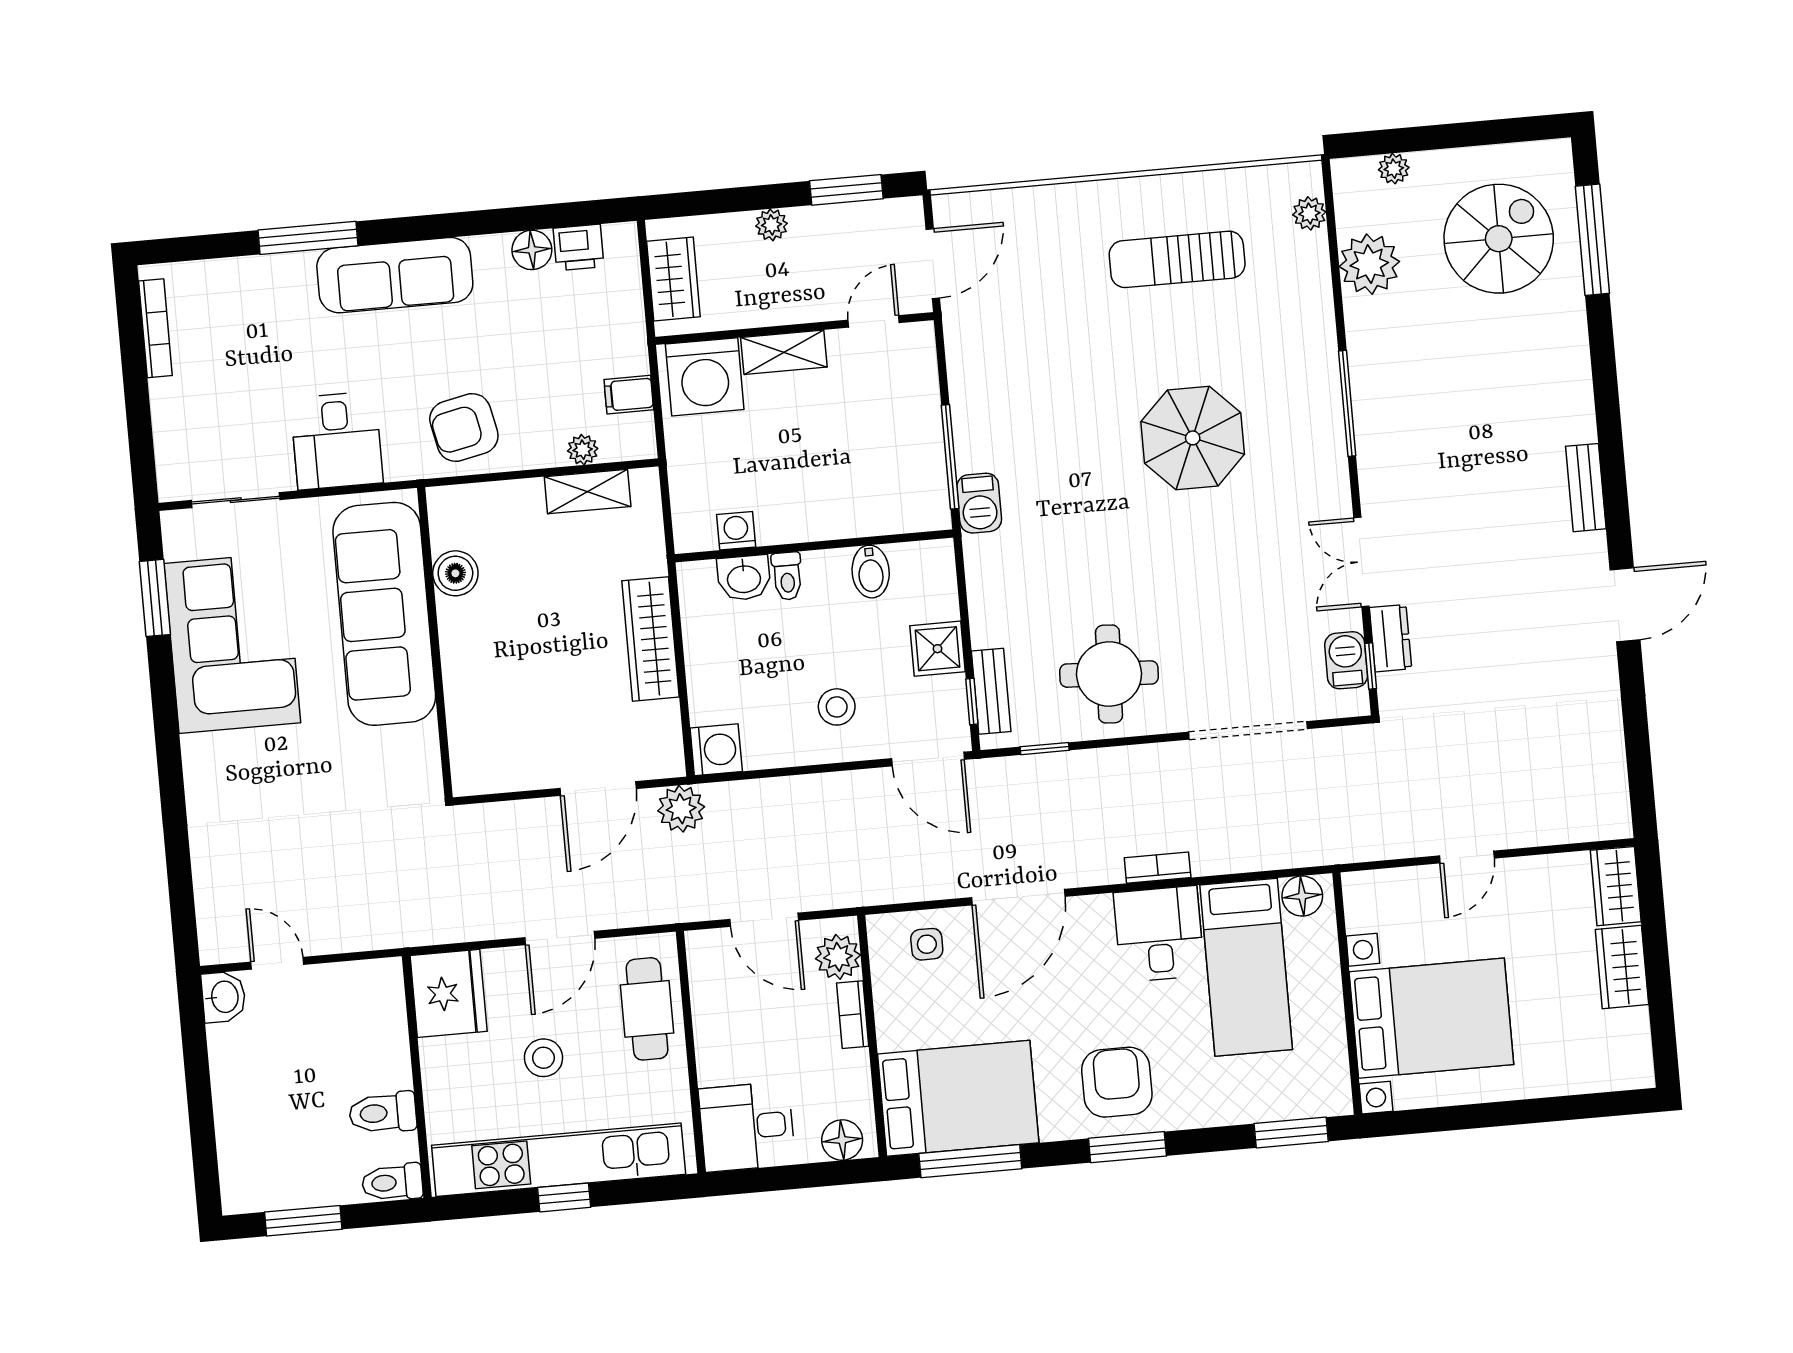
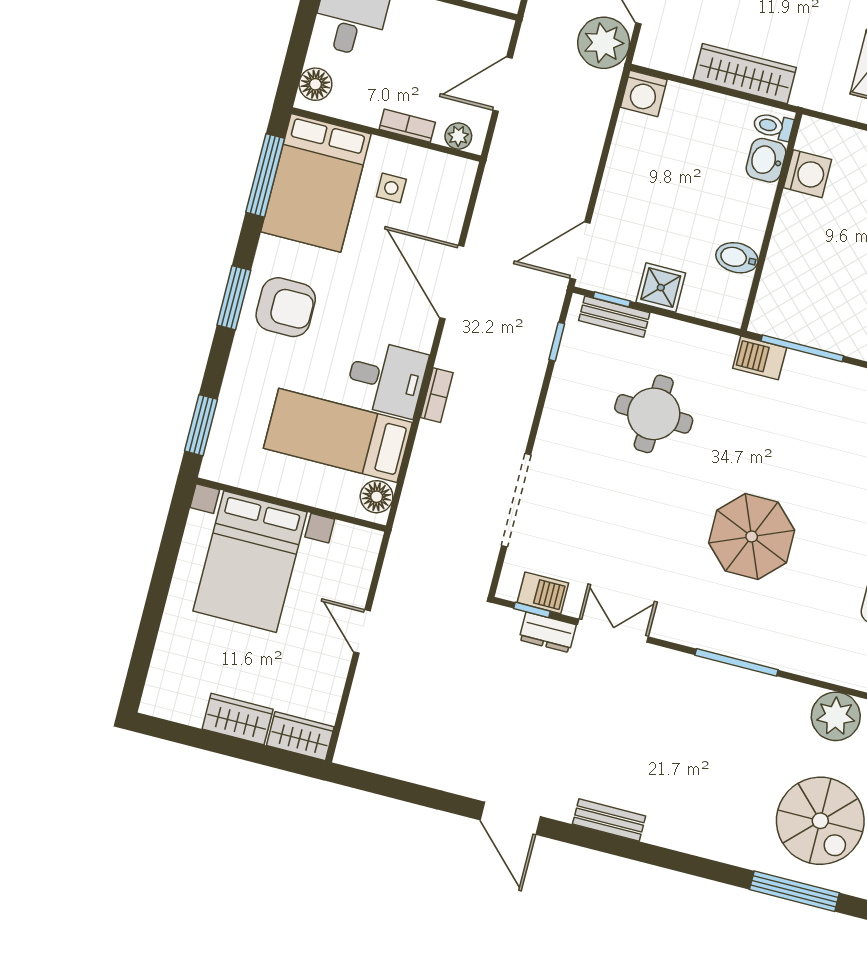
washing machine: (736, 531) -> (808, 174), width x1.38, depth x1.38
toilet: (787, 576) -> (773, 126), moved
round table: (1109, 674) -> (654, 414), moved
stool: (837, 707) -> (644, 196), removed
plant: (681, 809) -> (604, 43), width x1.36, depth x1.36
side table: (927, 944) -> (391, 188), moved
plant: (838, 957) -> (458, 136), width x0.73, depth x0.73

